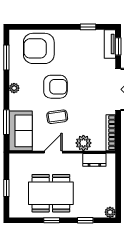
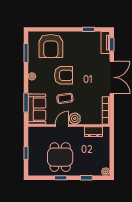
armchair: (39, 48) -> (51, 46), turned -90
plant: (83, 143) -> (75, 118), moved
dining table: (51, 193) -> (60, 157), width x0.73

